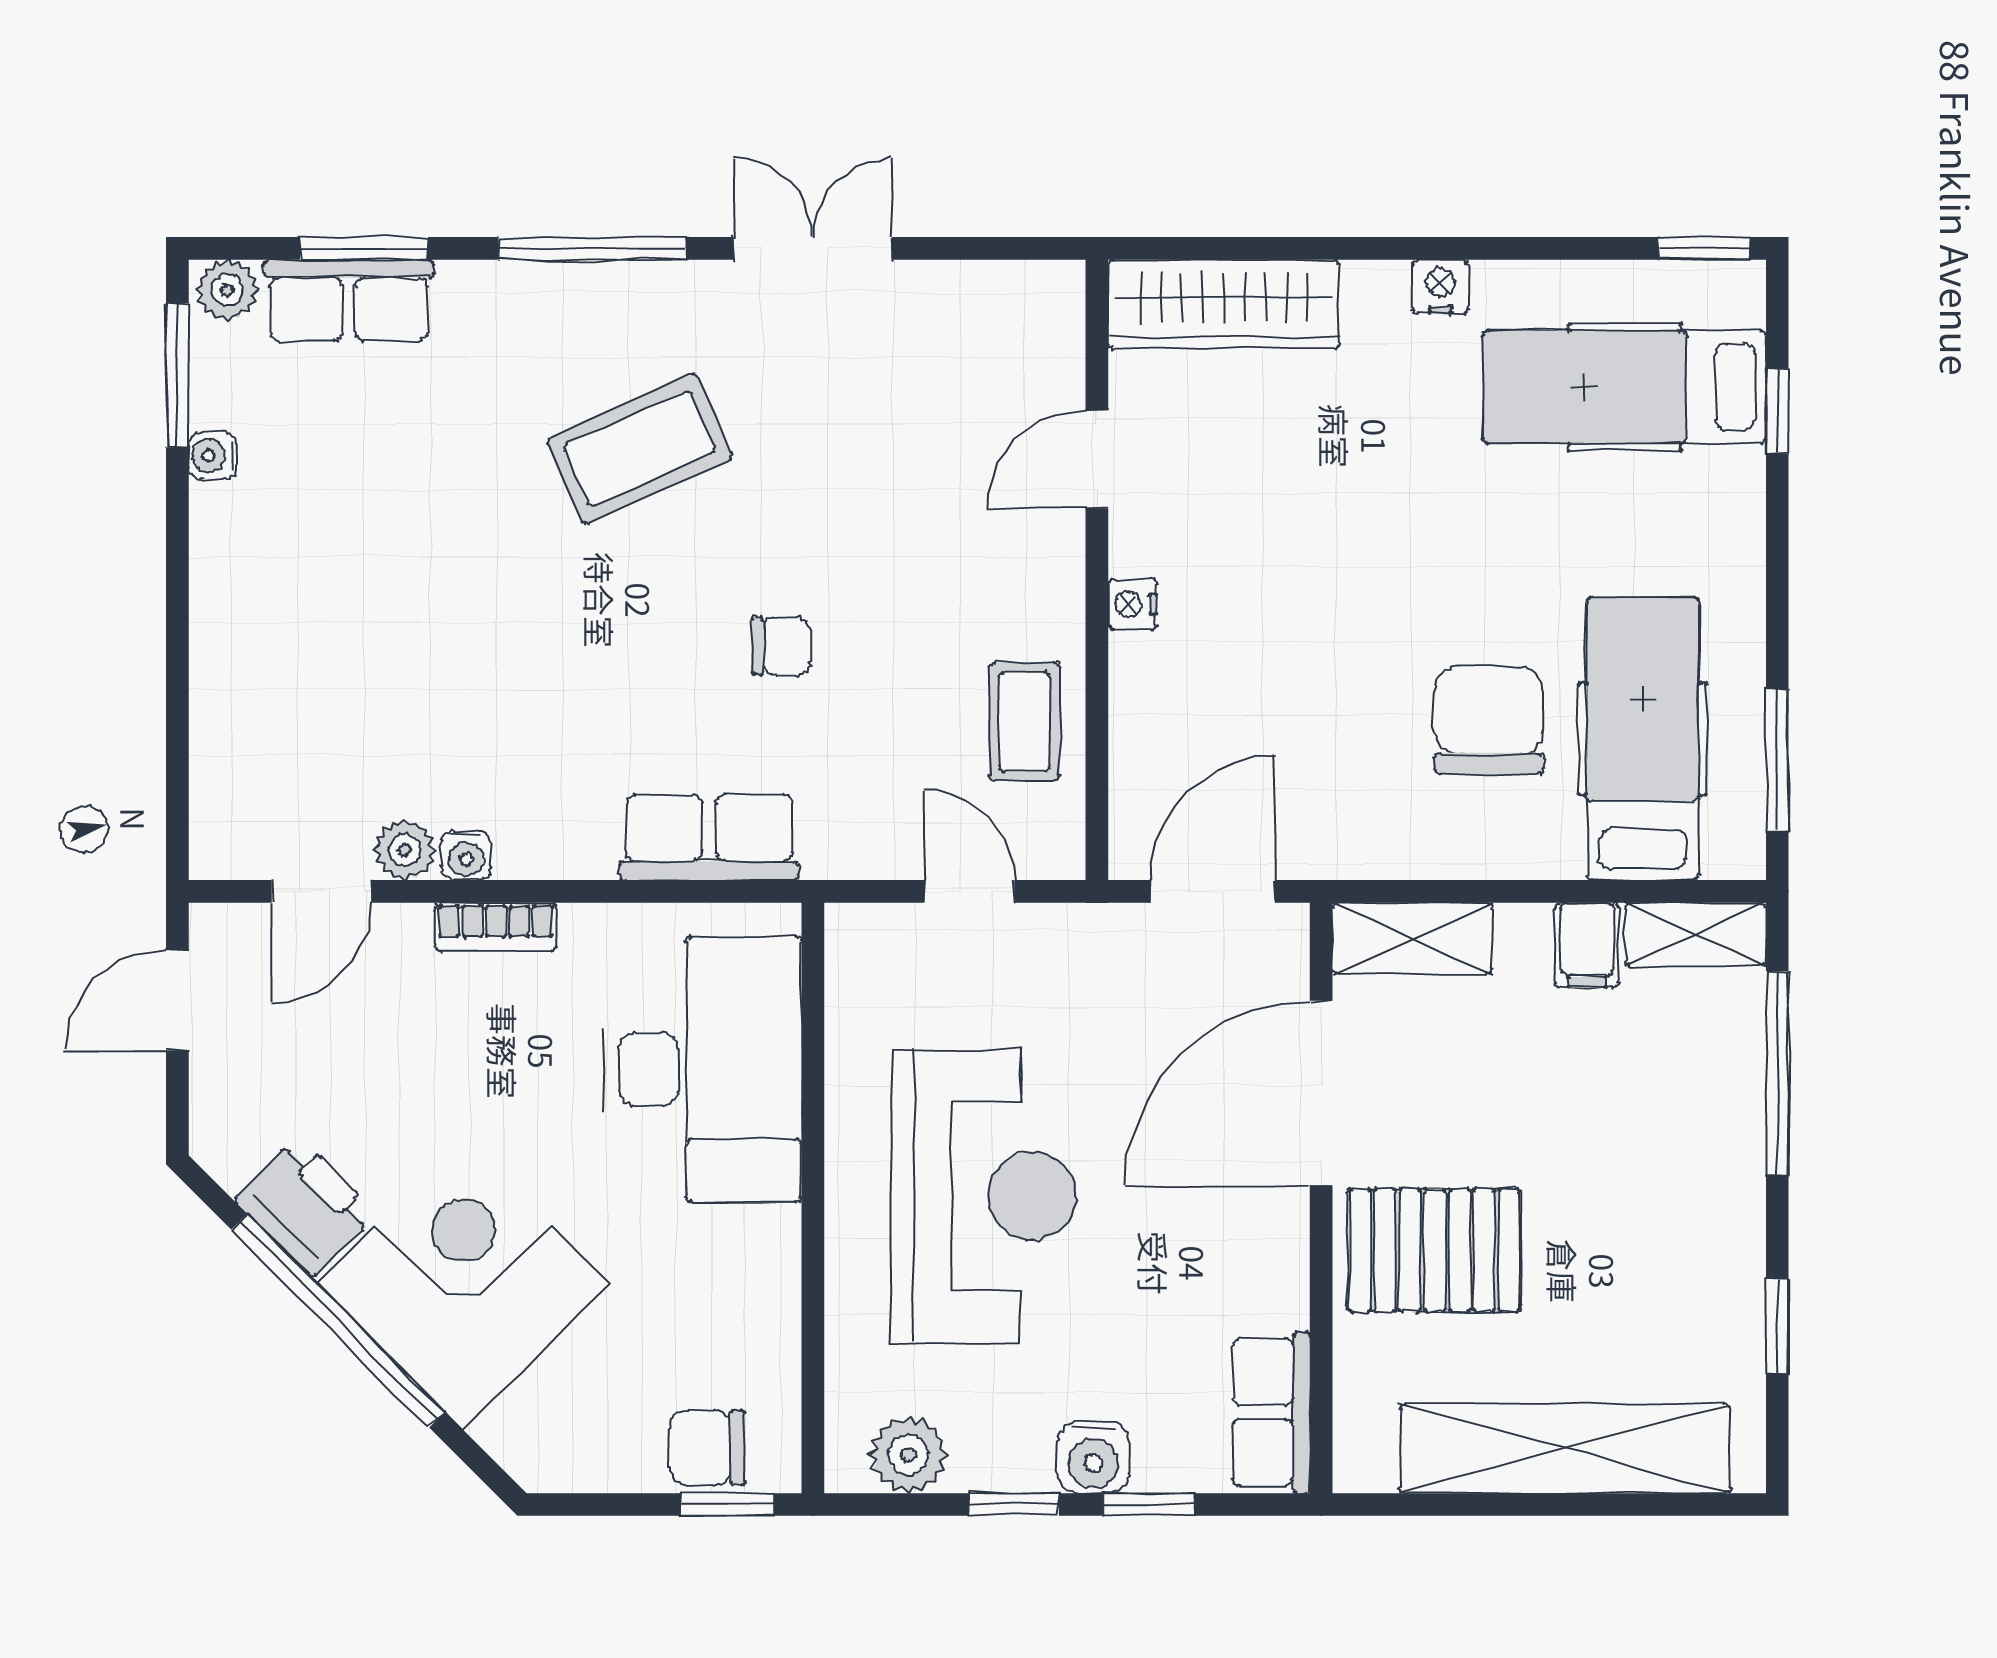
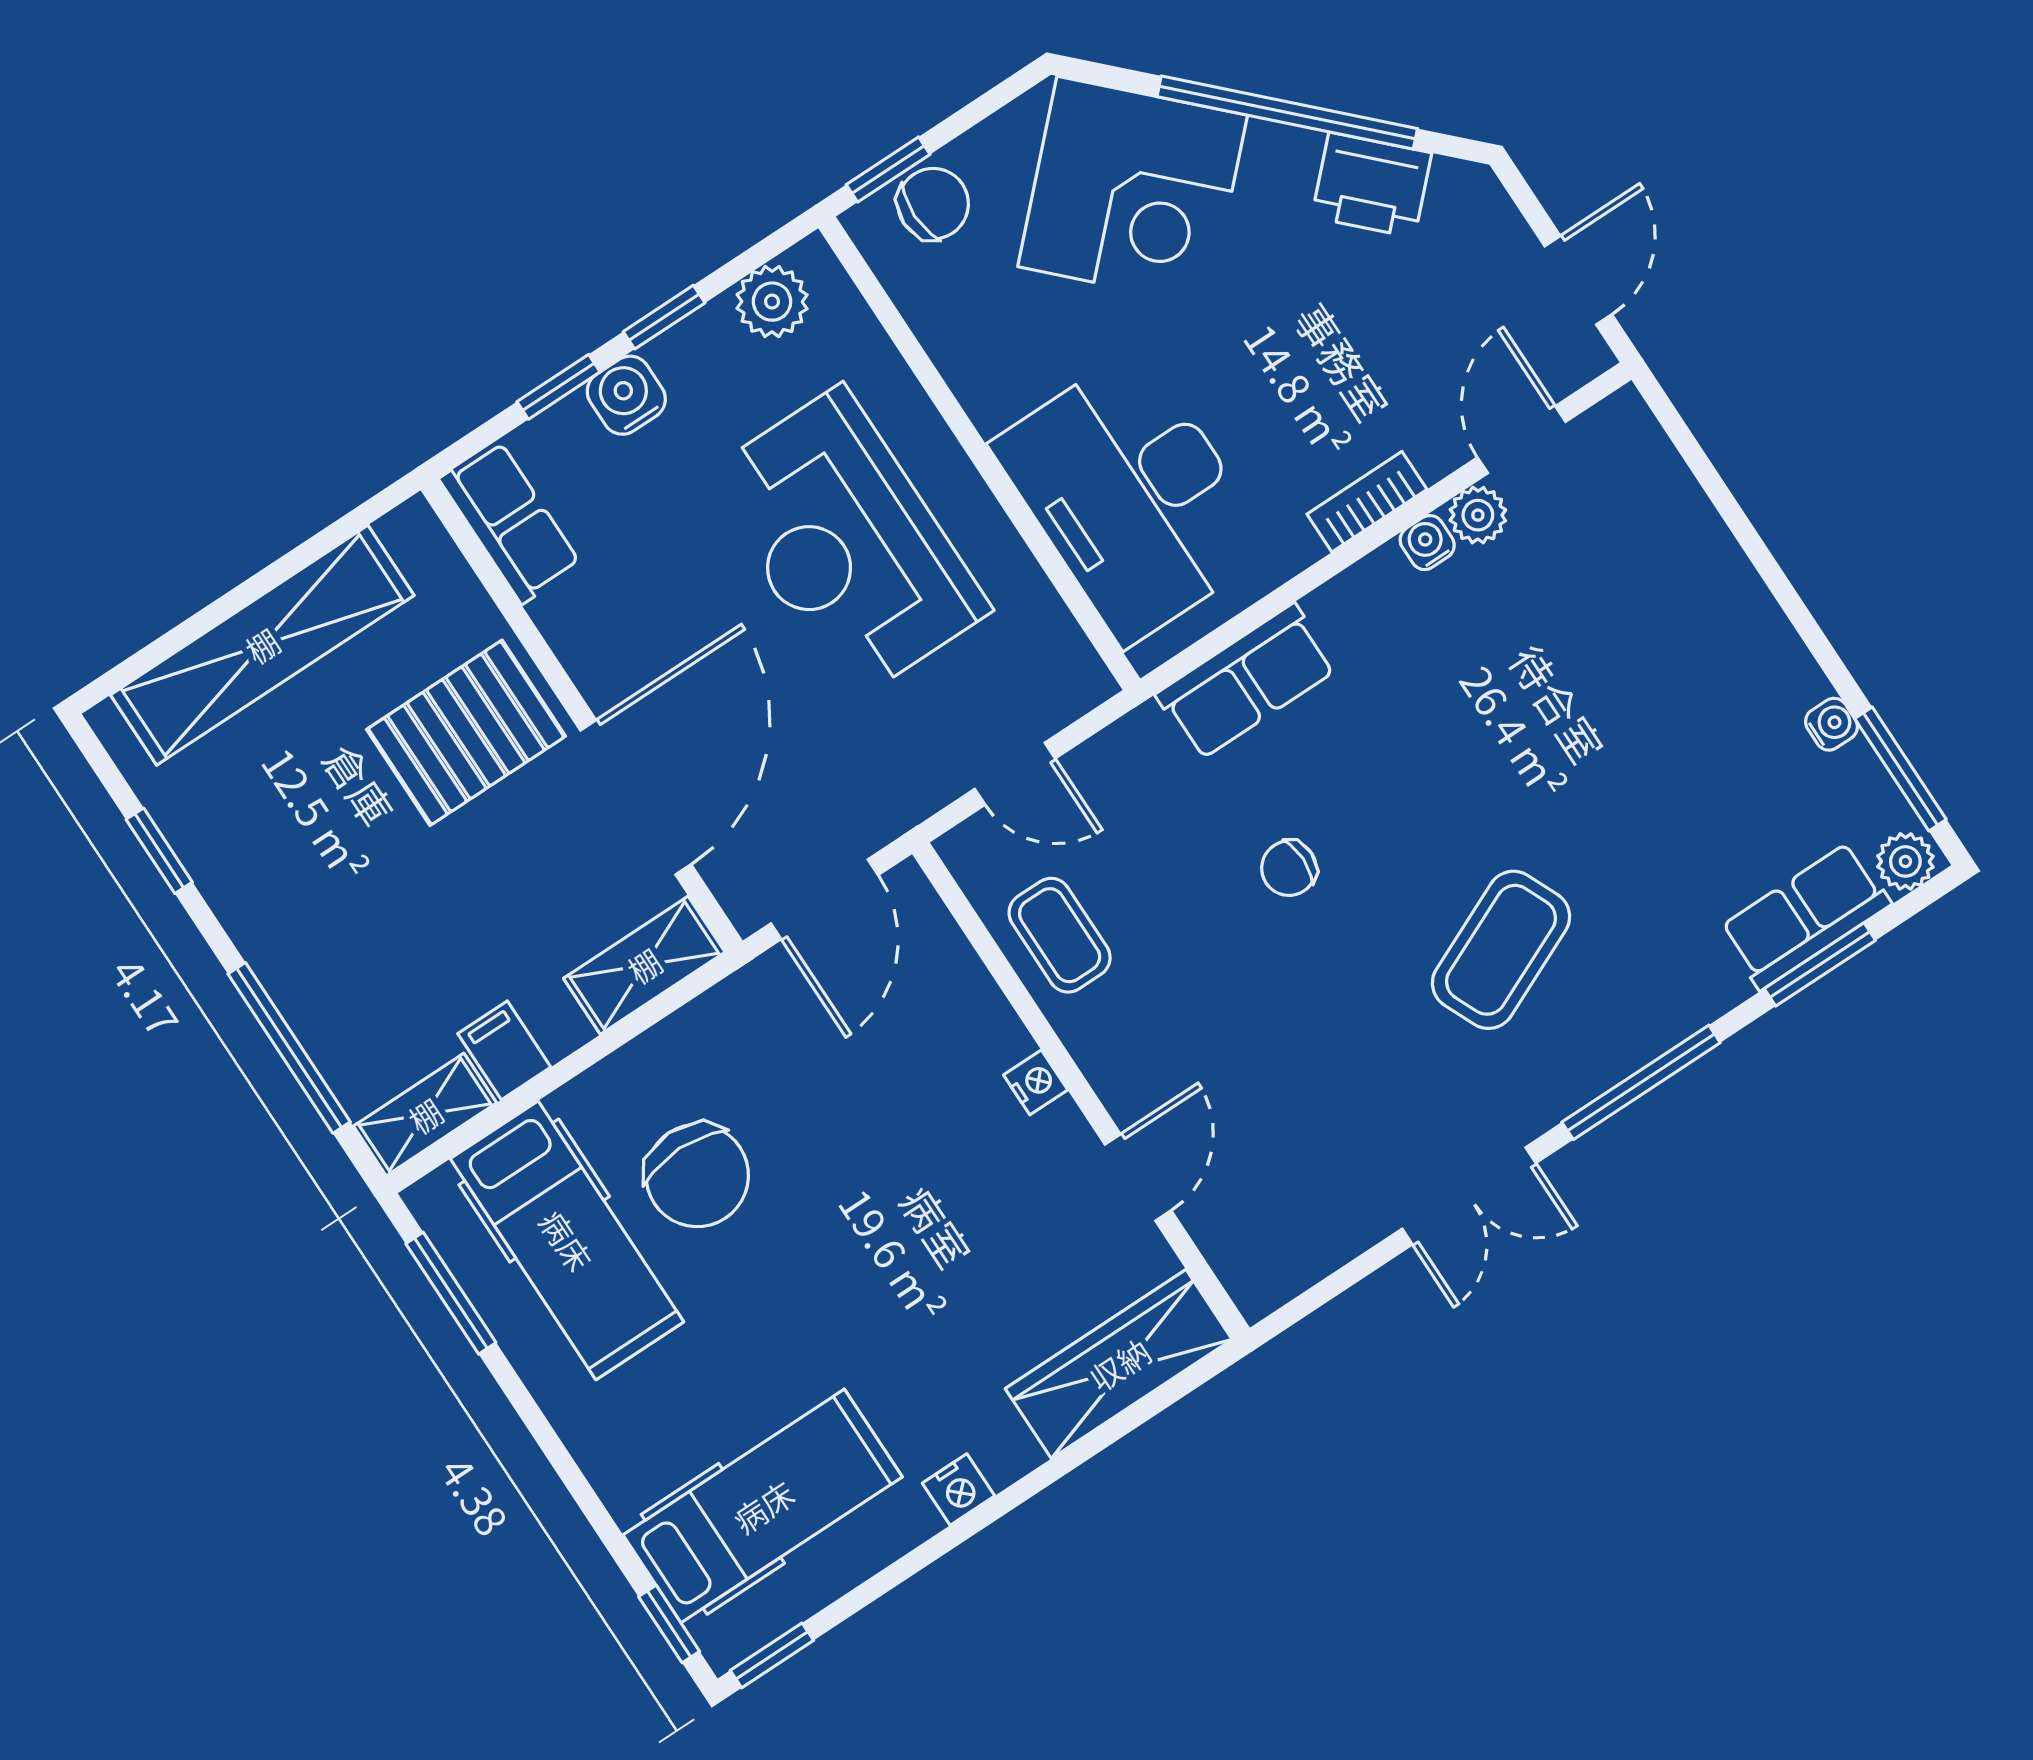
window: (1777, 411) -> (669, 1624), moved
corner desk: (463, 1283) -> (1133, 191), moved

